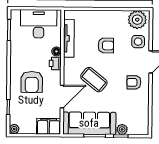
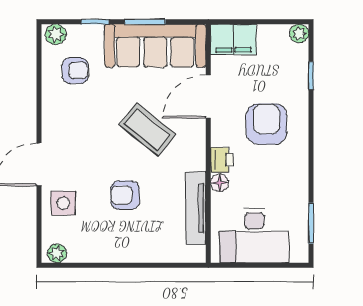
plant: (137, 20) -> (57, 253), width x0.53, depth x0.53
armchair: (134, 82) -> (75, 71), moved
plant: (122, 129) -> (56, 34), moved

